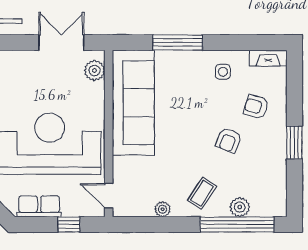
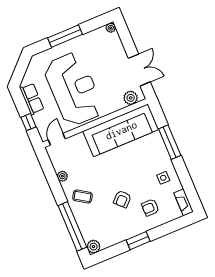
armchair: (256, 107) -> (150, 208), turned -106
armchair: (229, 140) -> (122, 199), turned -65
plant: (240, 207) -> (93, 247), moved

